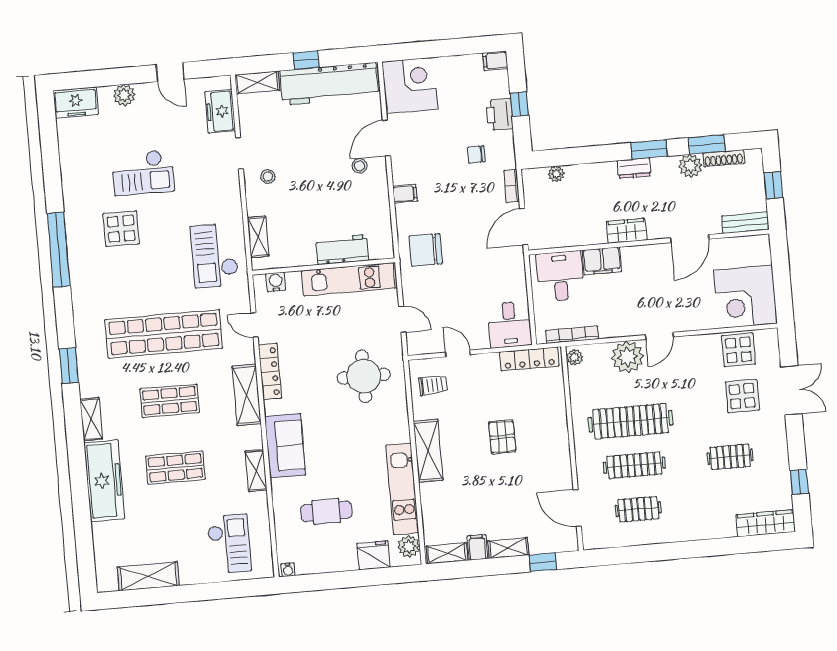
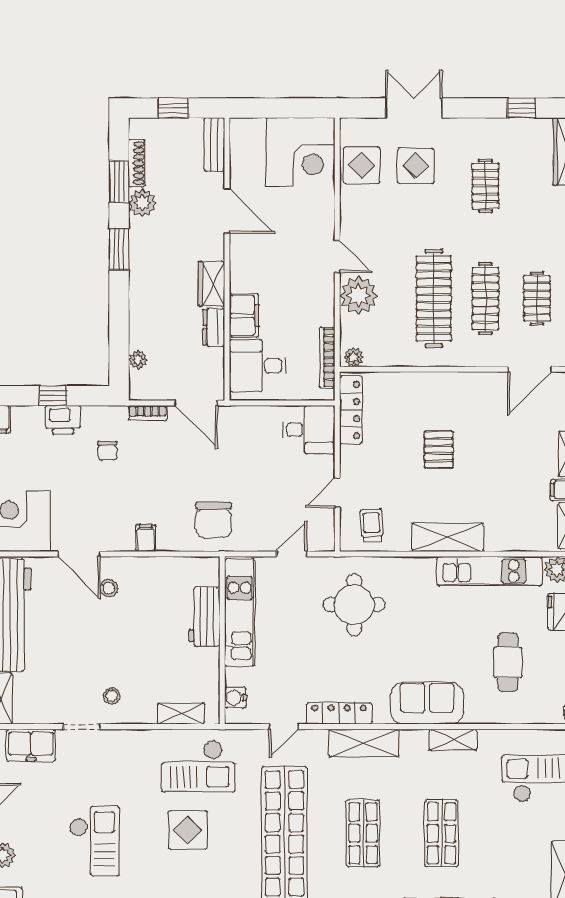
dresser: (634, 168) -> (214, 327), moved, turned 180
display table: (121, 229) -> (188, 830), moved
pallet: (502, 437) -> (439, 450), turned 90

